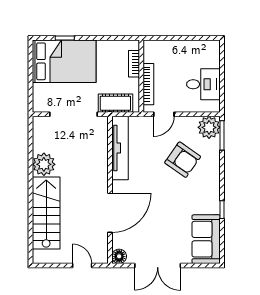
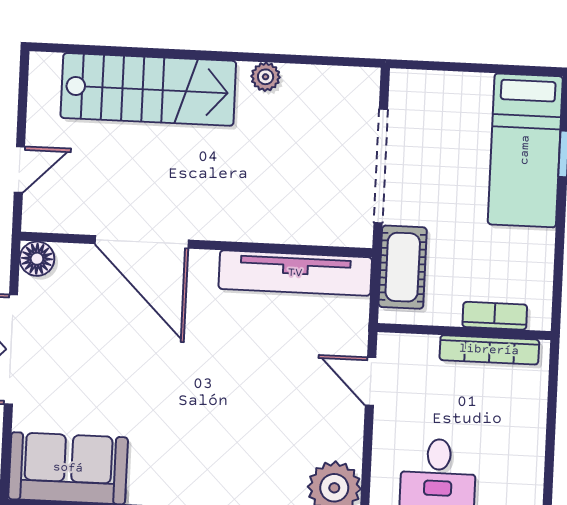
bed: (64, 61) -> (525, 150), width x0.67
bookcase: (148, 84) -> (489, 350), moved
armchair: (183, 160) -> (260, 421), removed
plant: (44, 164) -> (266, 77), width x0.53, depth x0.53

